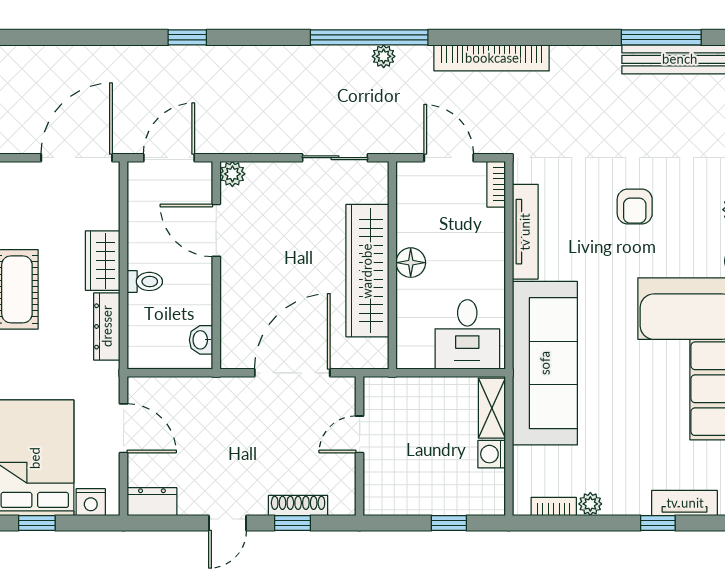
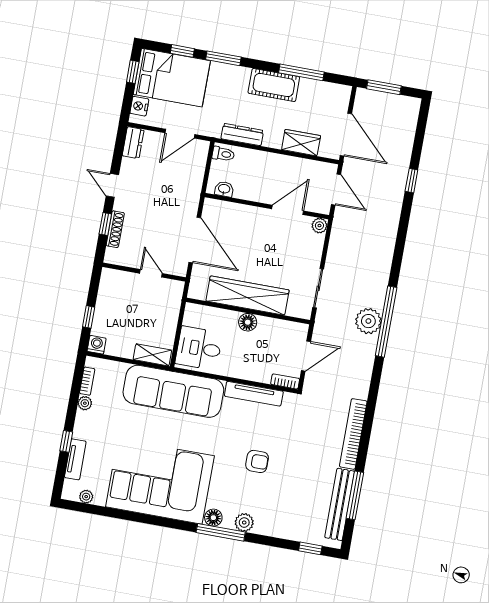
window: (187, 37) -> (411, 181), moved
plant: (384, 56) -> (368, 321), width x1.88, depth x1.88
bookcase: (492, 58) -> (353, 434), moved
armchair: (635, 206) -> (257, 461), turned 180
wardrobe: (103, 261) -> (301, 143), moved
toilet: (145, 281) -> (223, 154), moved, turned -90
washing machine: (492, 454) -> (97, 345), moved

